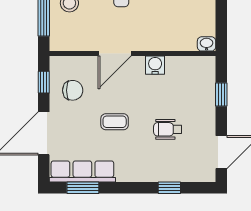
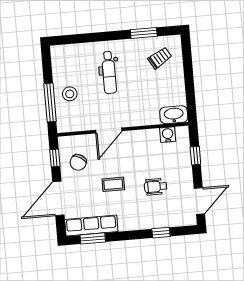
washbasin: (207, 44) -> (174, 115), width x1.91, depth x1.45
water cooler: (155, 65) -> (168, 135), moved
chair: (73, 90) -> (78, 162), turned 121

